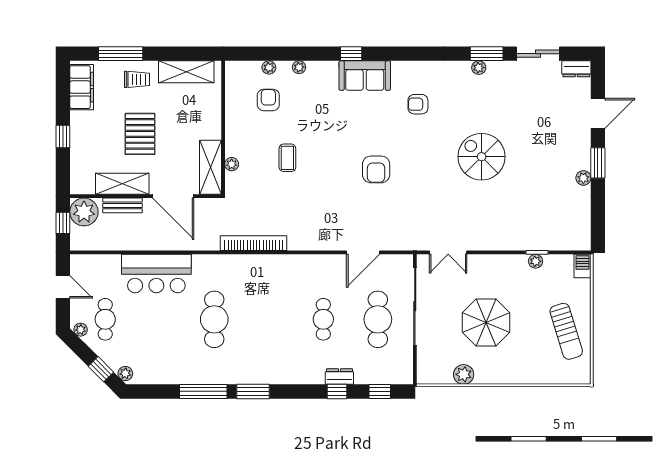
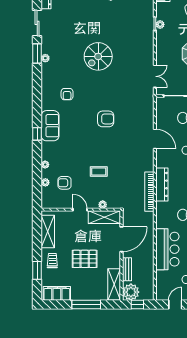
window: (121, 54) -> (37, 270), width x0.69
door: (223, 126) -> (80, 210), added
window: (63, 136) -> (86, 305), width x2.17
shelving: (122, 184) -> (114, 284), moved
door: (363, 252) -> (155, 139), moved
dresser: (266, 264) -> (162, 184), added

